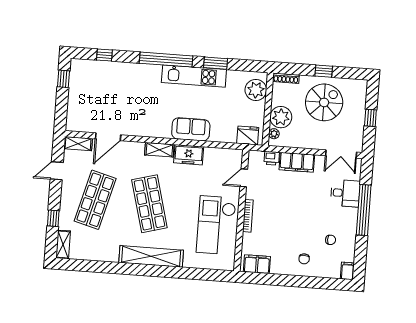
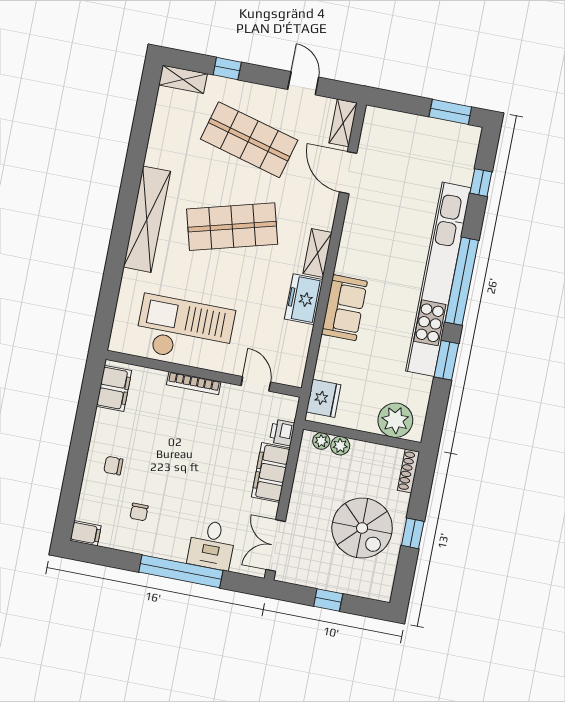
kitchen unit: (194, 76) -> (438, 279), width x1.86
window: (63, 79) -> (450, 112), width x1.50
plant: (281, 117) -> (340, 446), width x0.53, depth x0.53

